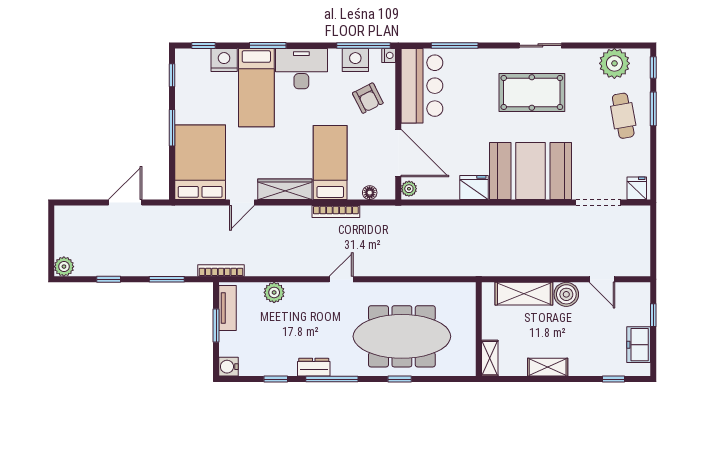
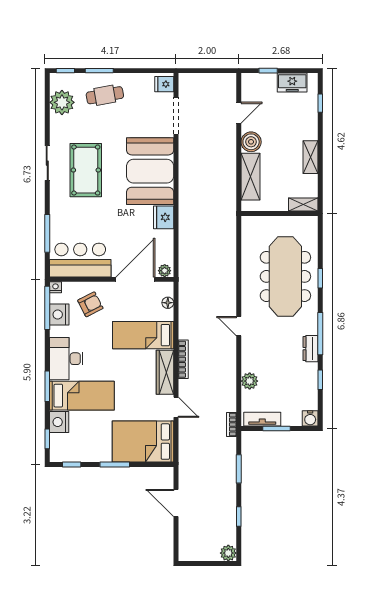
bookcase: (336, 212) -> (183, 359), moved
bookcase: (221, 271) -> (232, 425), width x0.64

